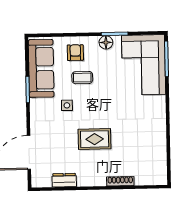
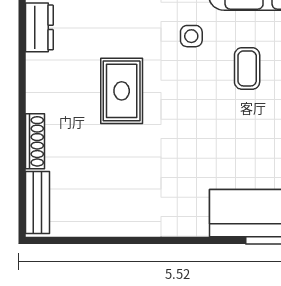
bench: (150, 179) -> (38, 202), added

